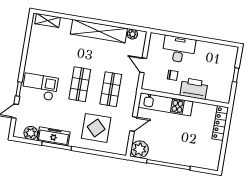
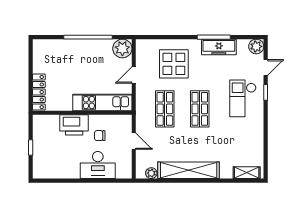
checkout: (40, 87) -> (243, 98), turned 90
plant: (31, 133) -> (256, 46), moved

